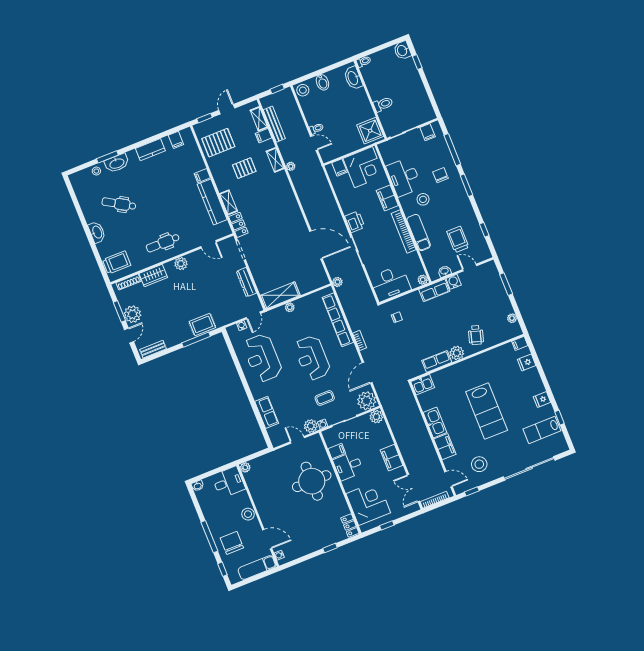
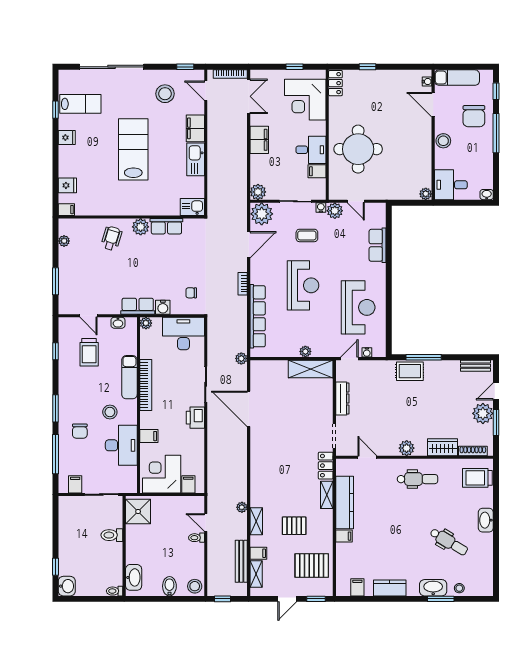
filing cabinet: (387, 198) -> (149, 436), width x0.50
water cooler: (454, 282) -> (163, 307), moved

